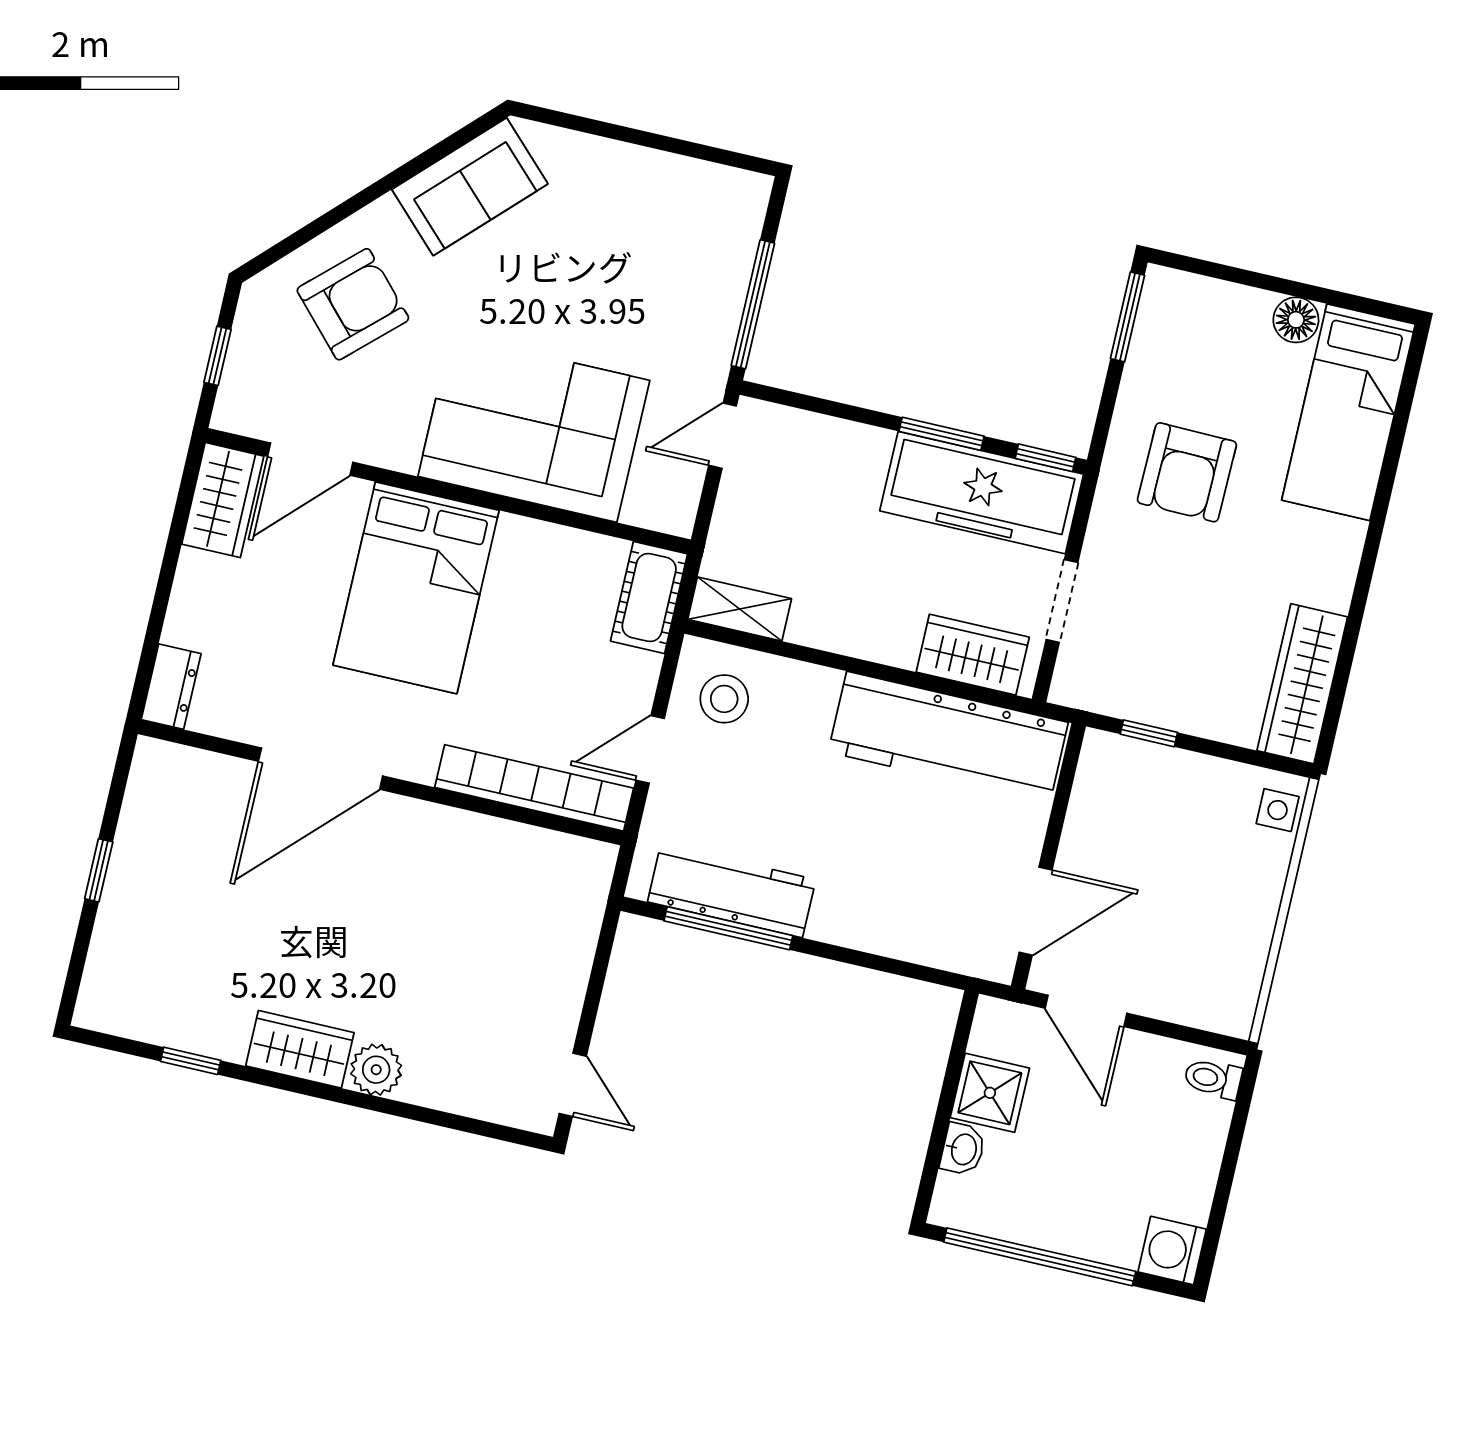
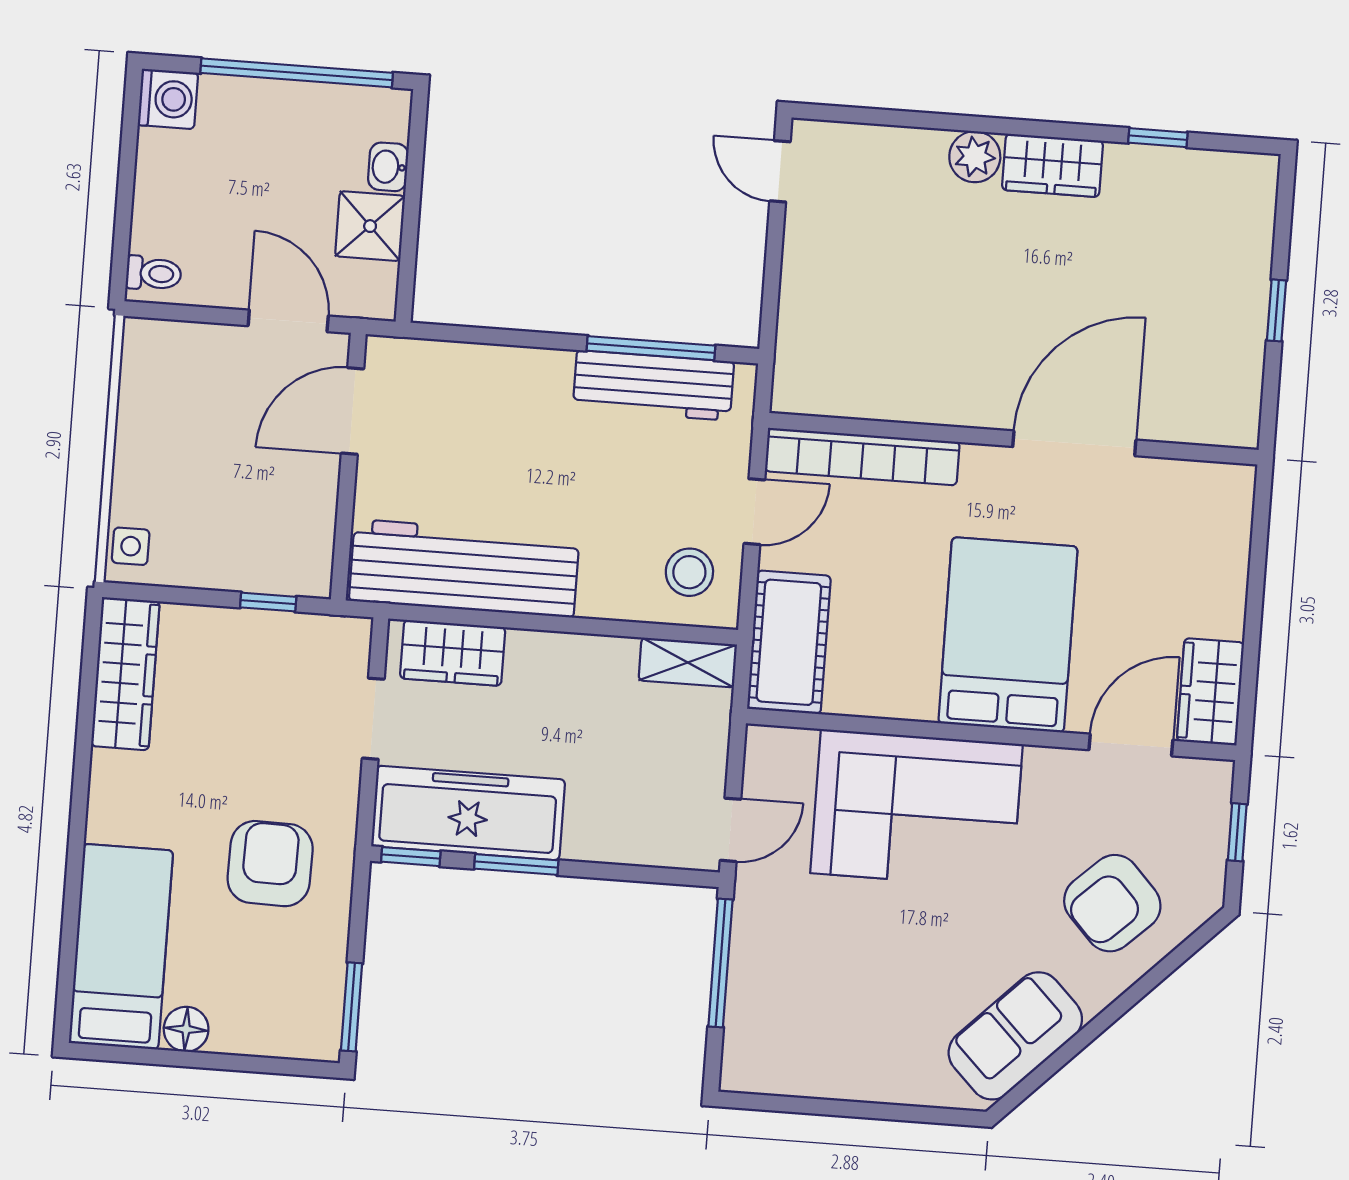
cot: (649, 598) -> (789, 642), width x1.37, depth x1.34
dresser: (171, 687) -> (1233, 501), removed

